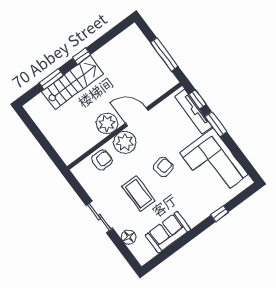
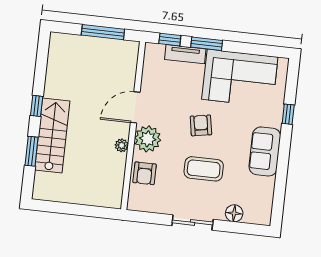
tv unit: (193, 112) -> (185, 54), width x0.71
plant: (107, 123) -> (122, 145), width x0.53, depth x0.53
armchair: (102, 160) -> (145, 173), turned 180
sofa: (168, 232) -> (265, 151), moved

